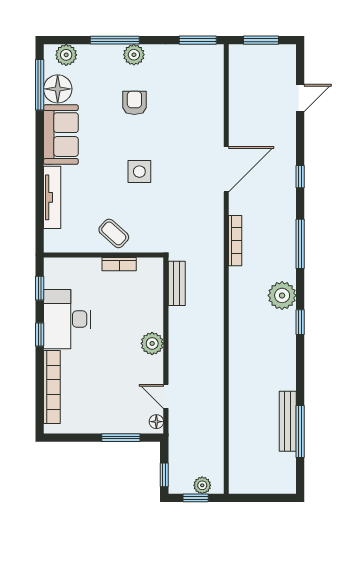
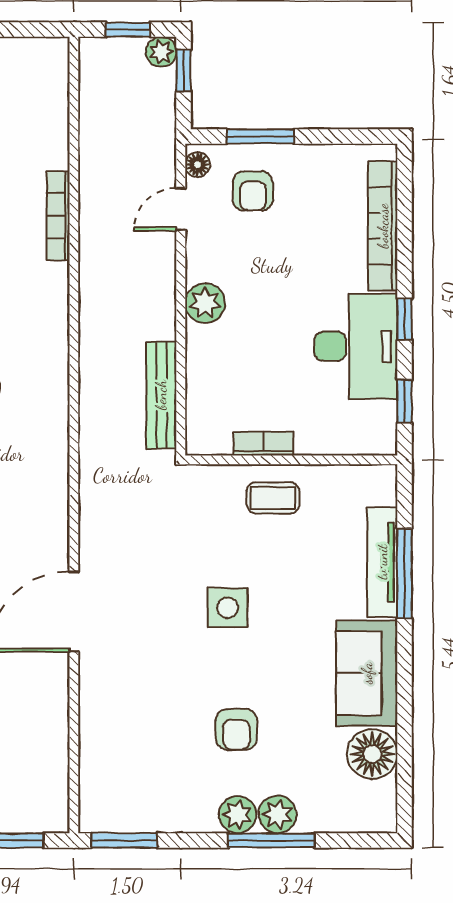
plant: (66, 55) -> (278, 814), moved
window: (40, 85) -> (404, 573), moved
coffee table: (114, 233) -> (273, 498), turned -42
bookcase: (235, 241) -> (58, 216), moved
bench: (177, 283) -> (161, 395), width x1.36
door: (166, 396) -> (181, 209), swing flipped
armchair: (125, 407) -> (253, 191), added
plant: (202, 485) -> (161, 52), moved

